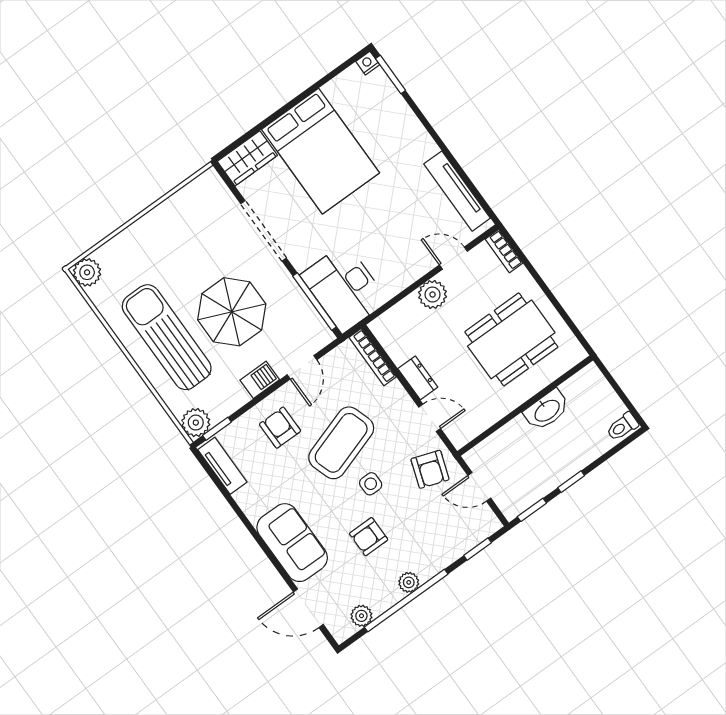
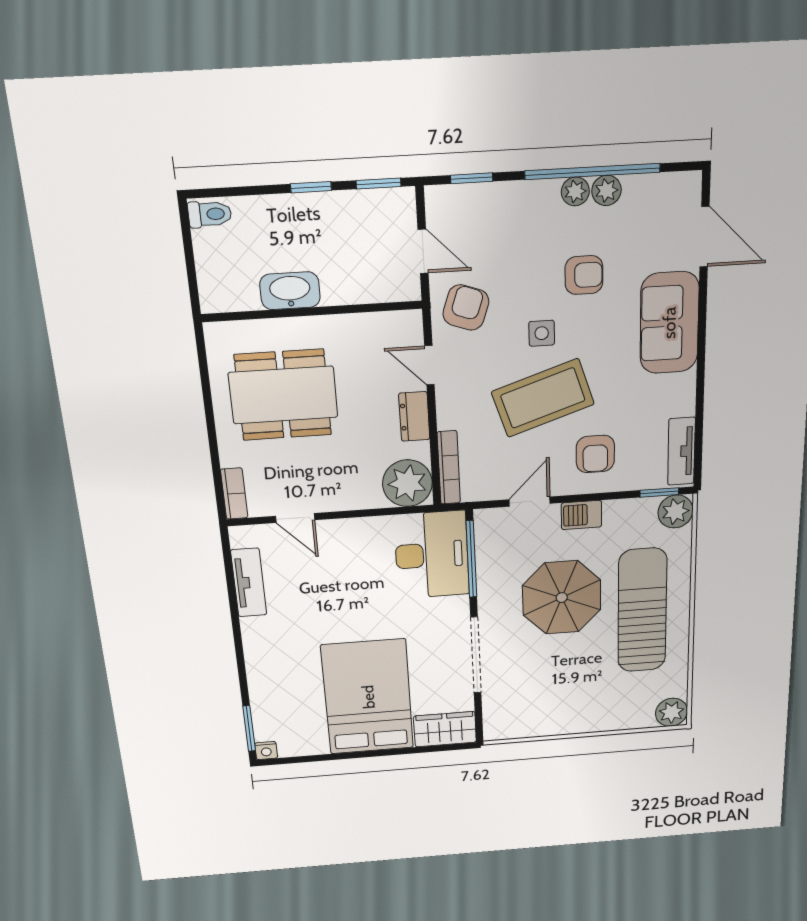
tv unit: (457, 191) -> (249, 583), width x0.71
plant: (433, 294) -> (407, 483), moved, width x1.36, depth x1.36
sun lounger: (167, 337) -> (642, 611), turned 180
plant: (361, 616) -> (606, 190), moved

